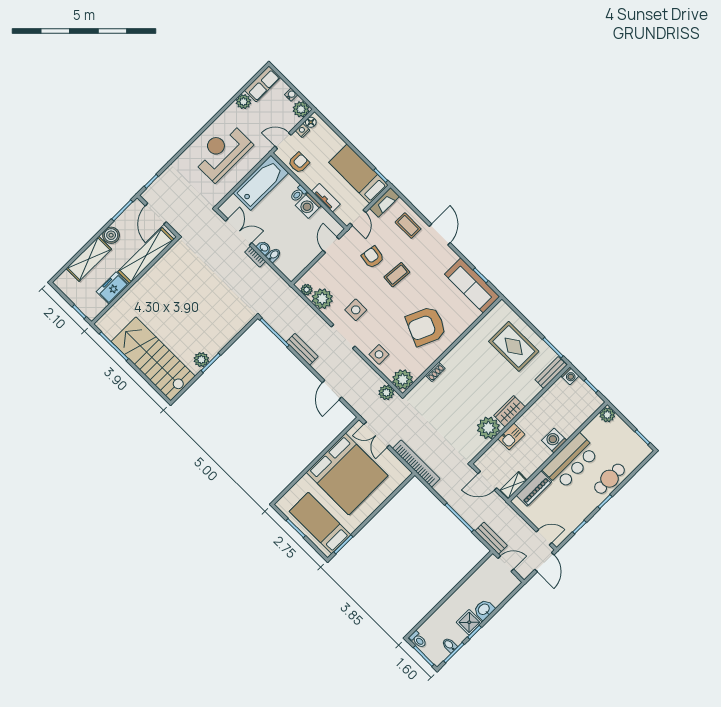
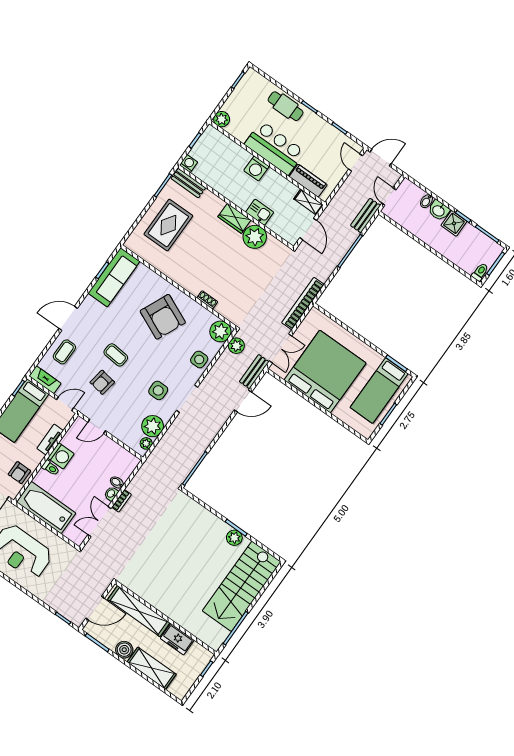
armchair: (299, 163) -> (19, 473), turned -90
bench: (302, 349) -> (254, 372), moved
bidet: (449, 645) -> (426, 201), moved

